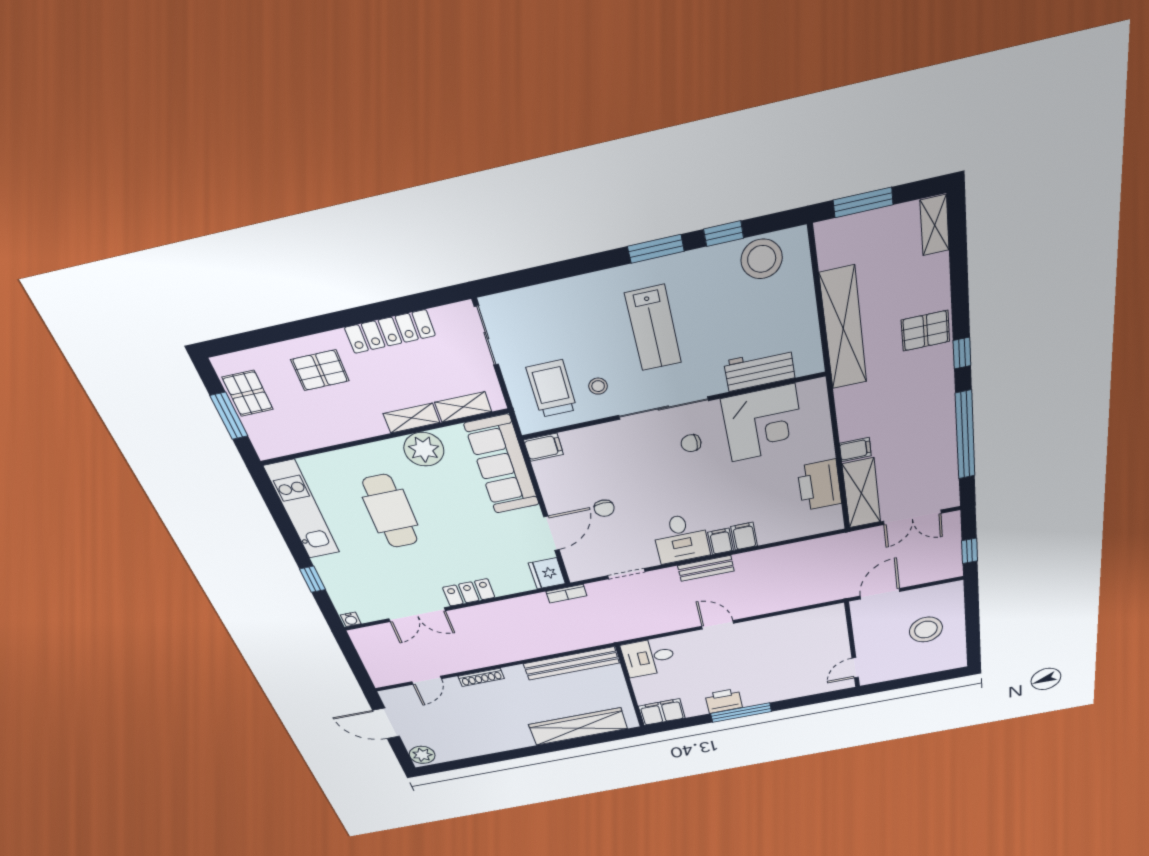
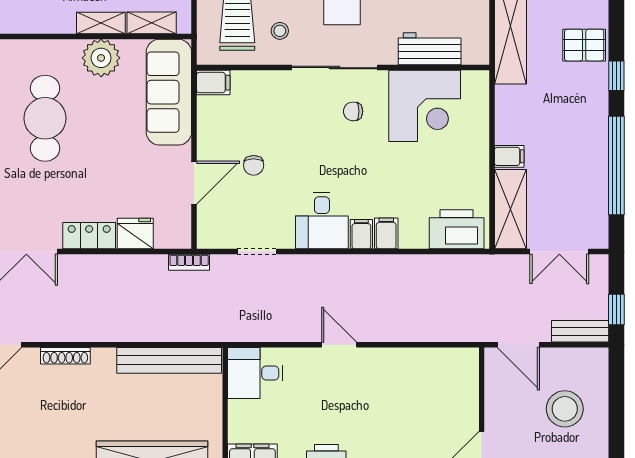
printer: (819, 485) -> (457, 229), moved, turned 90
bench: (706, 568) -> (580, 331), moved
fridge: (547, 573) -> (135, 234), moved, turned 90
door: (880, 594) -> (518, 345), swing flipped

